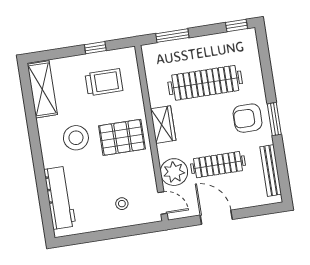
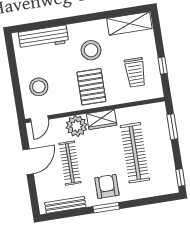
plant: (174, 172) -> (77, 126), moved
stool: (122, 204) -> (39, 87), width x1.89, depth x1.89

